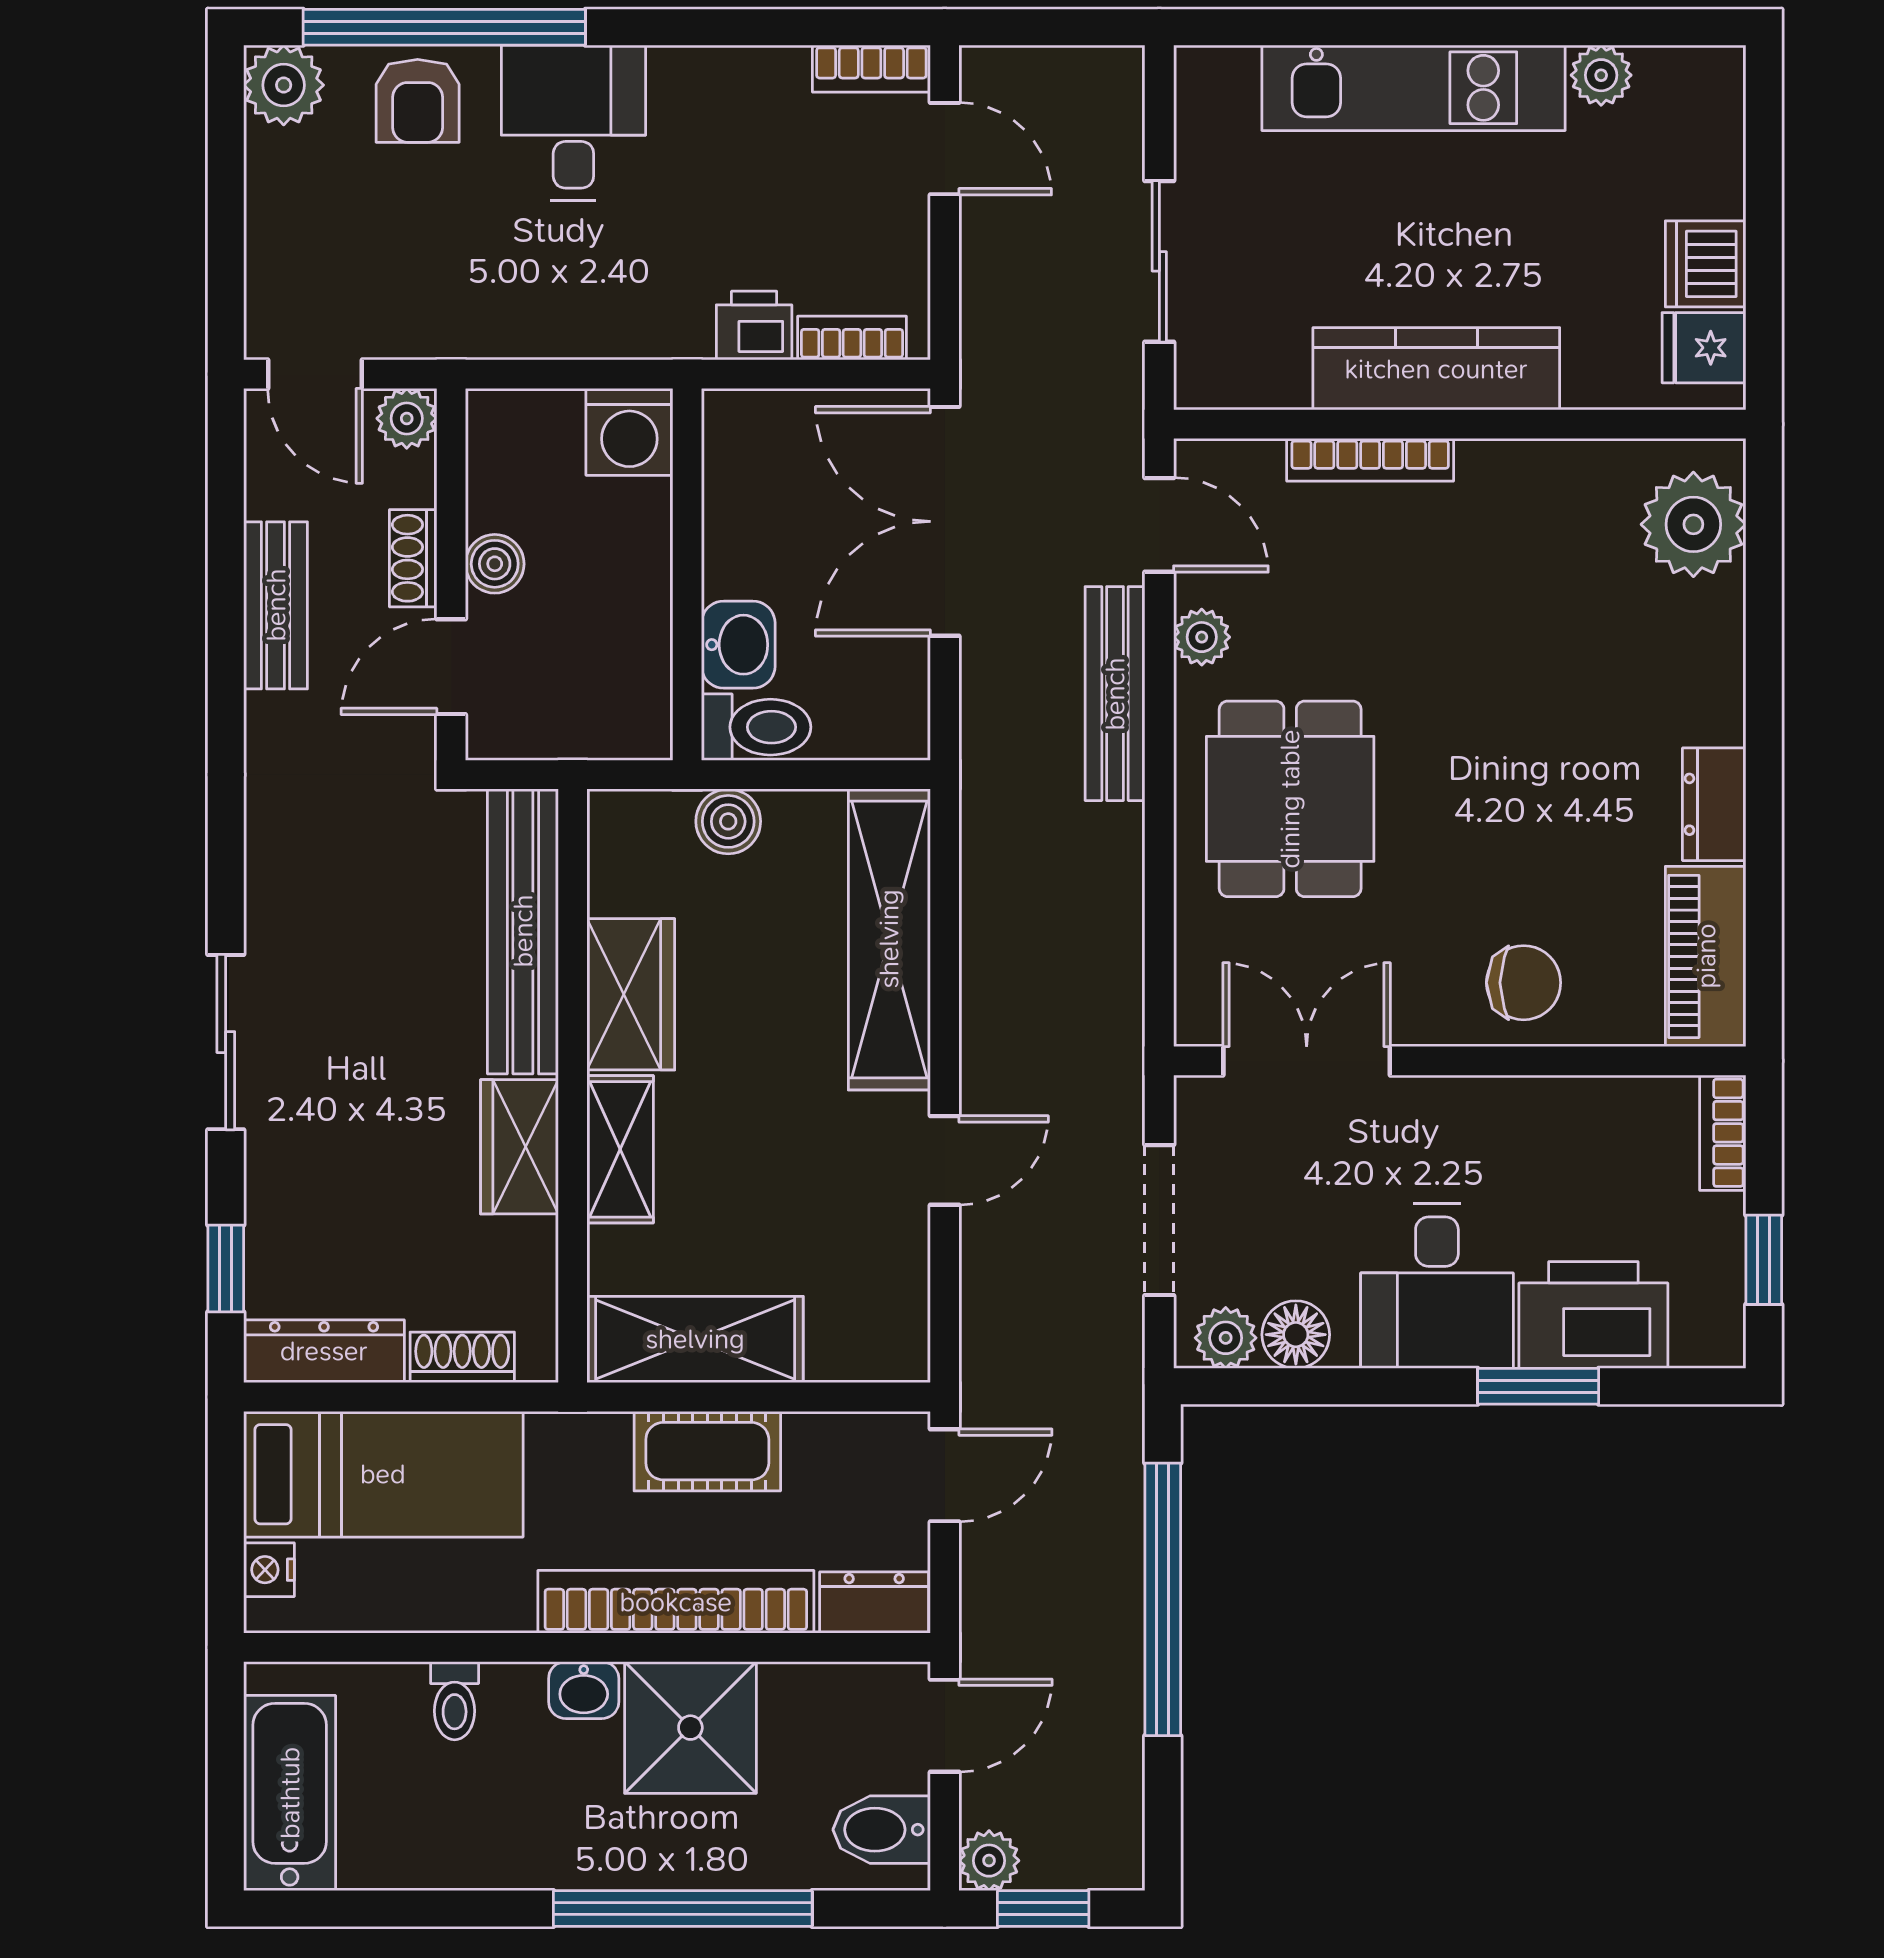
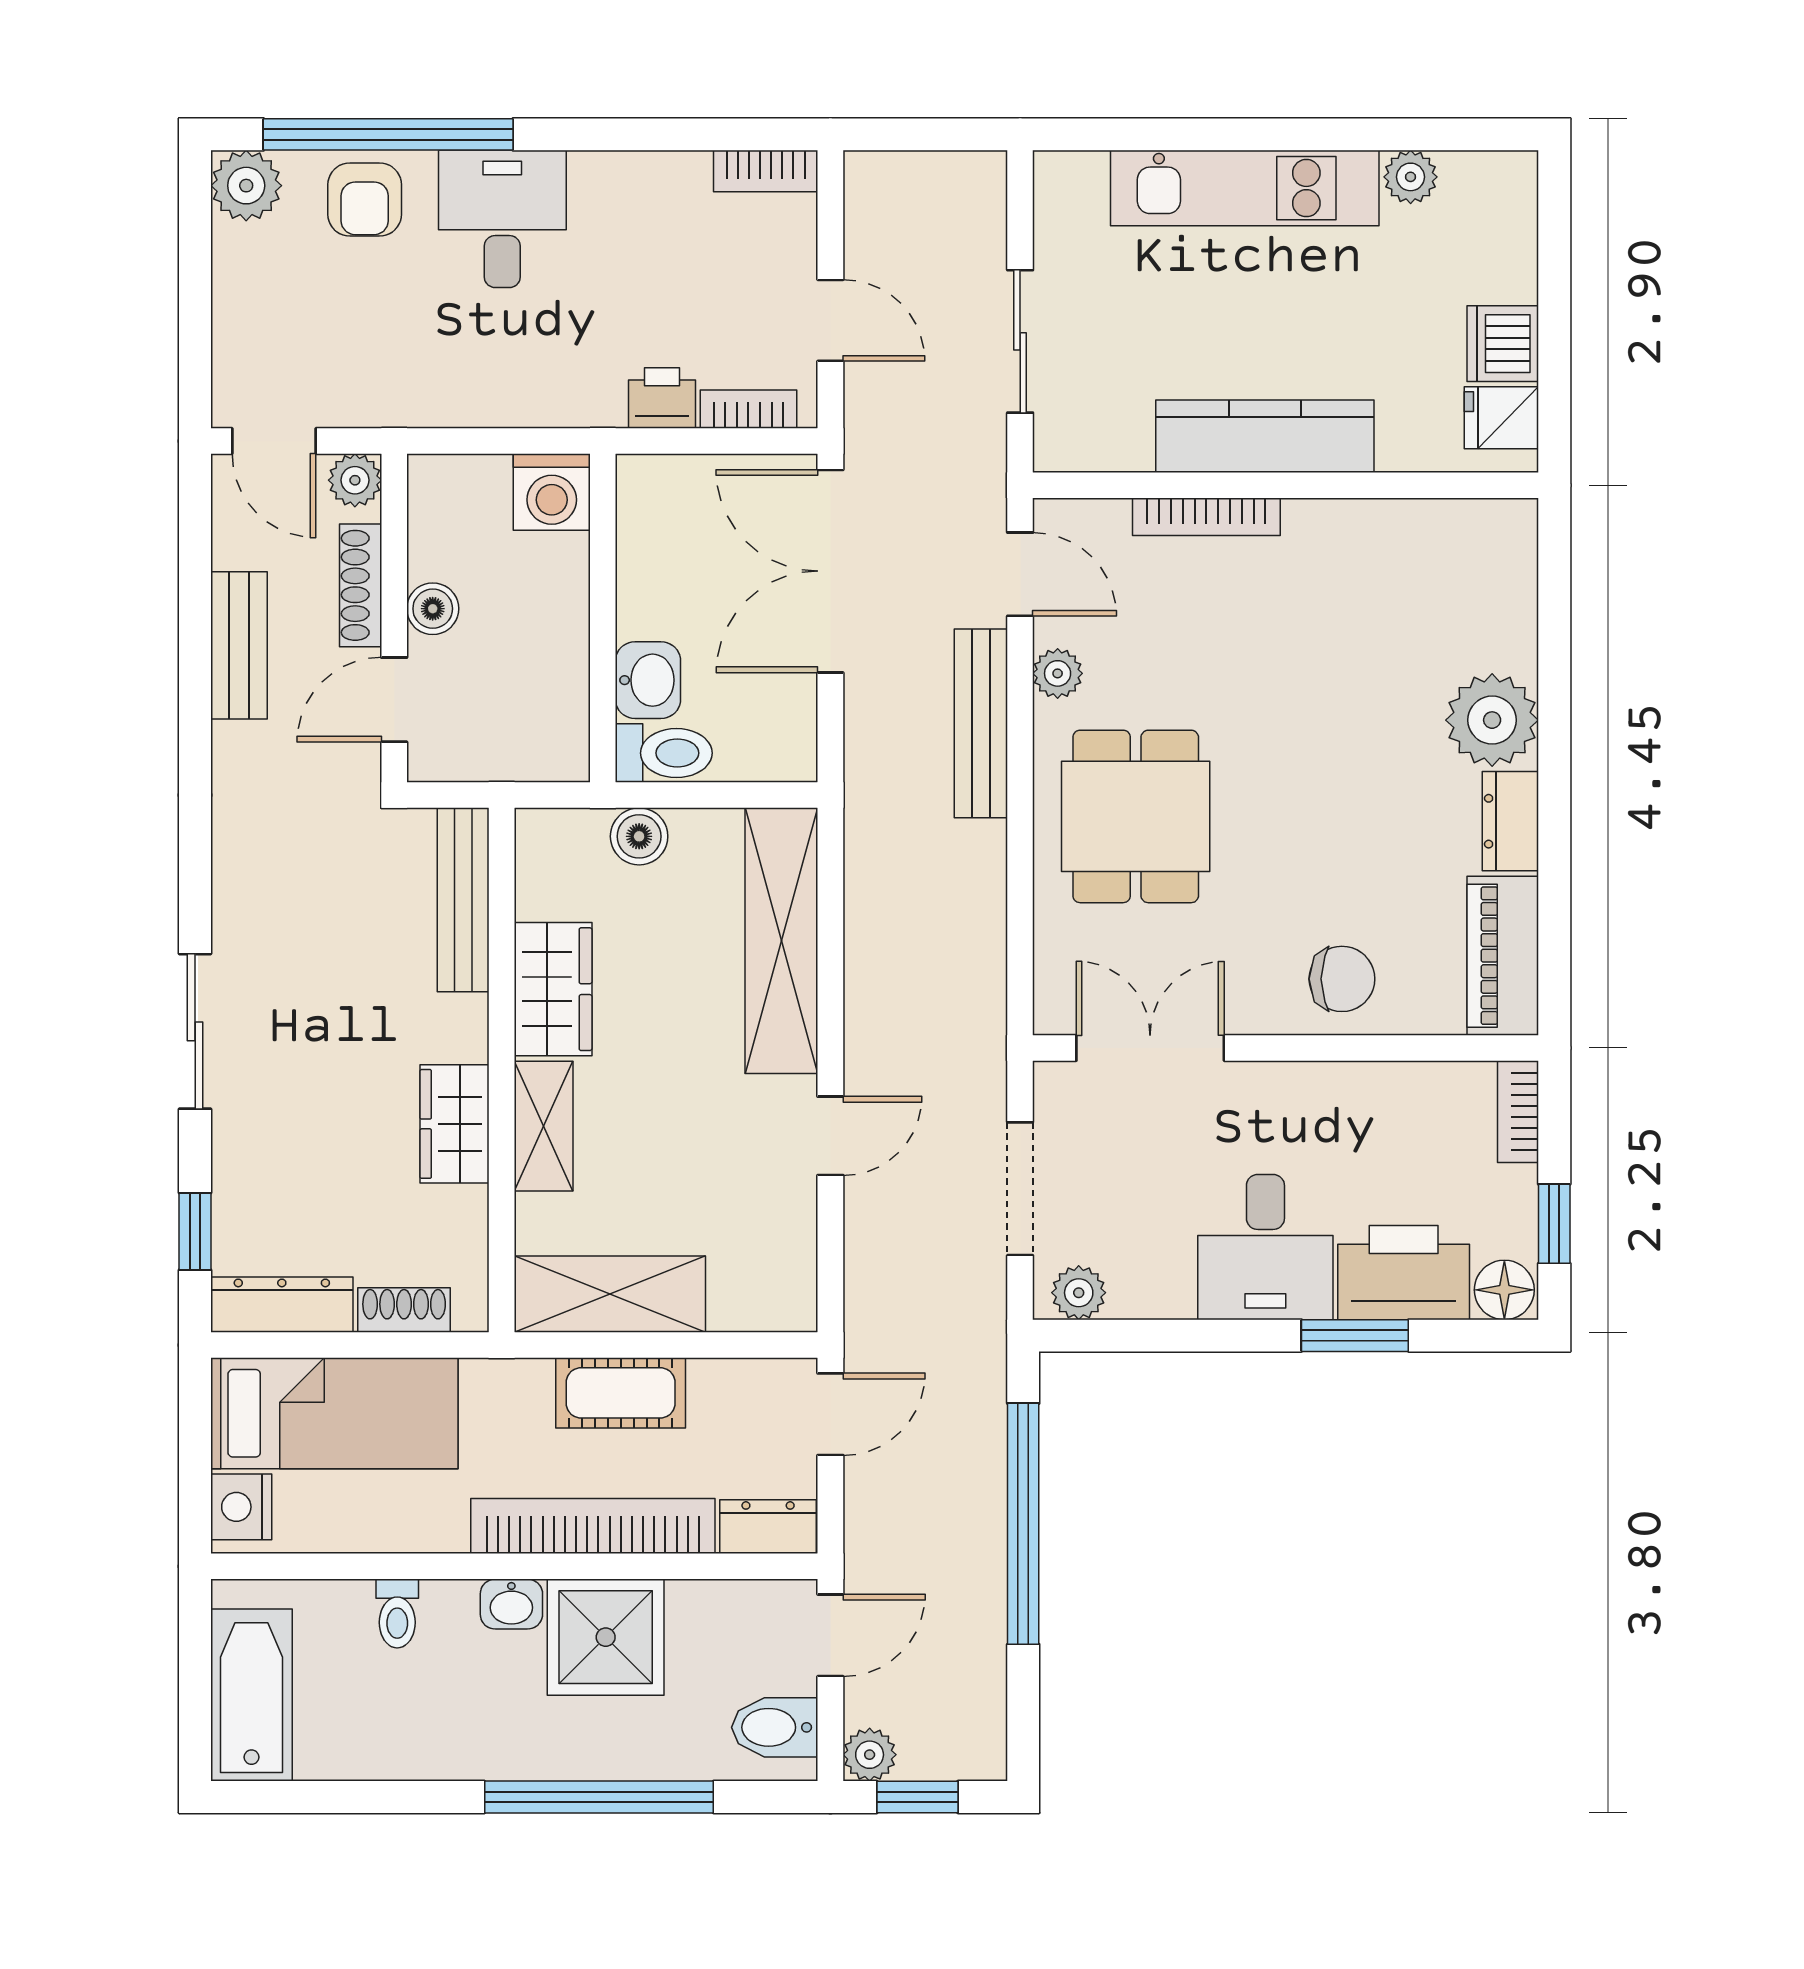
door: (945, 149) -> (830, 320), moved
plant: (1693, 524) -> (1492, 720), moved
shoe rack: (413, 558) -> (361, 585), width x1.43
bench: (523, 931) -> (463, 900), width x0.73, depth x0.82
floor lamp: (1296, 1335) -> (1504, 1290), moved
nightstand: (269, 1570) -> (241, 1507), width x1.39, depth x1.35

